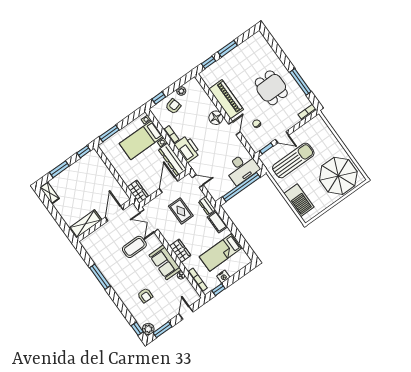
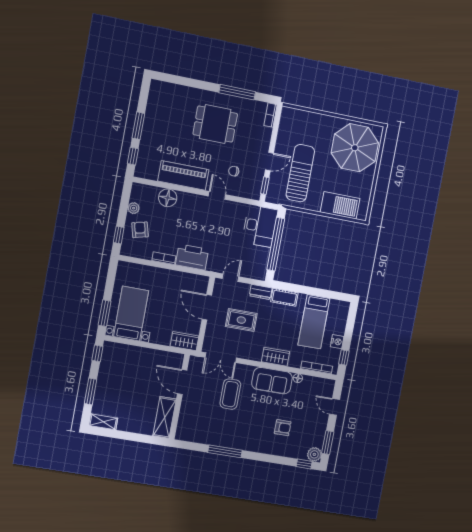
floor lamp: (216, 118) -> (168, 198), moved
bed with nightstands: (141, 140) -> (131, 314), moved, turned 180
dresser: (172, 160) -> (188, 280), removed

